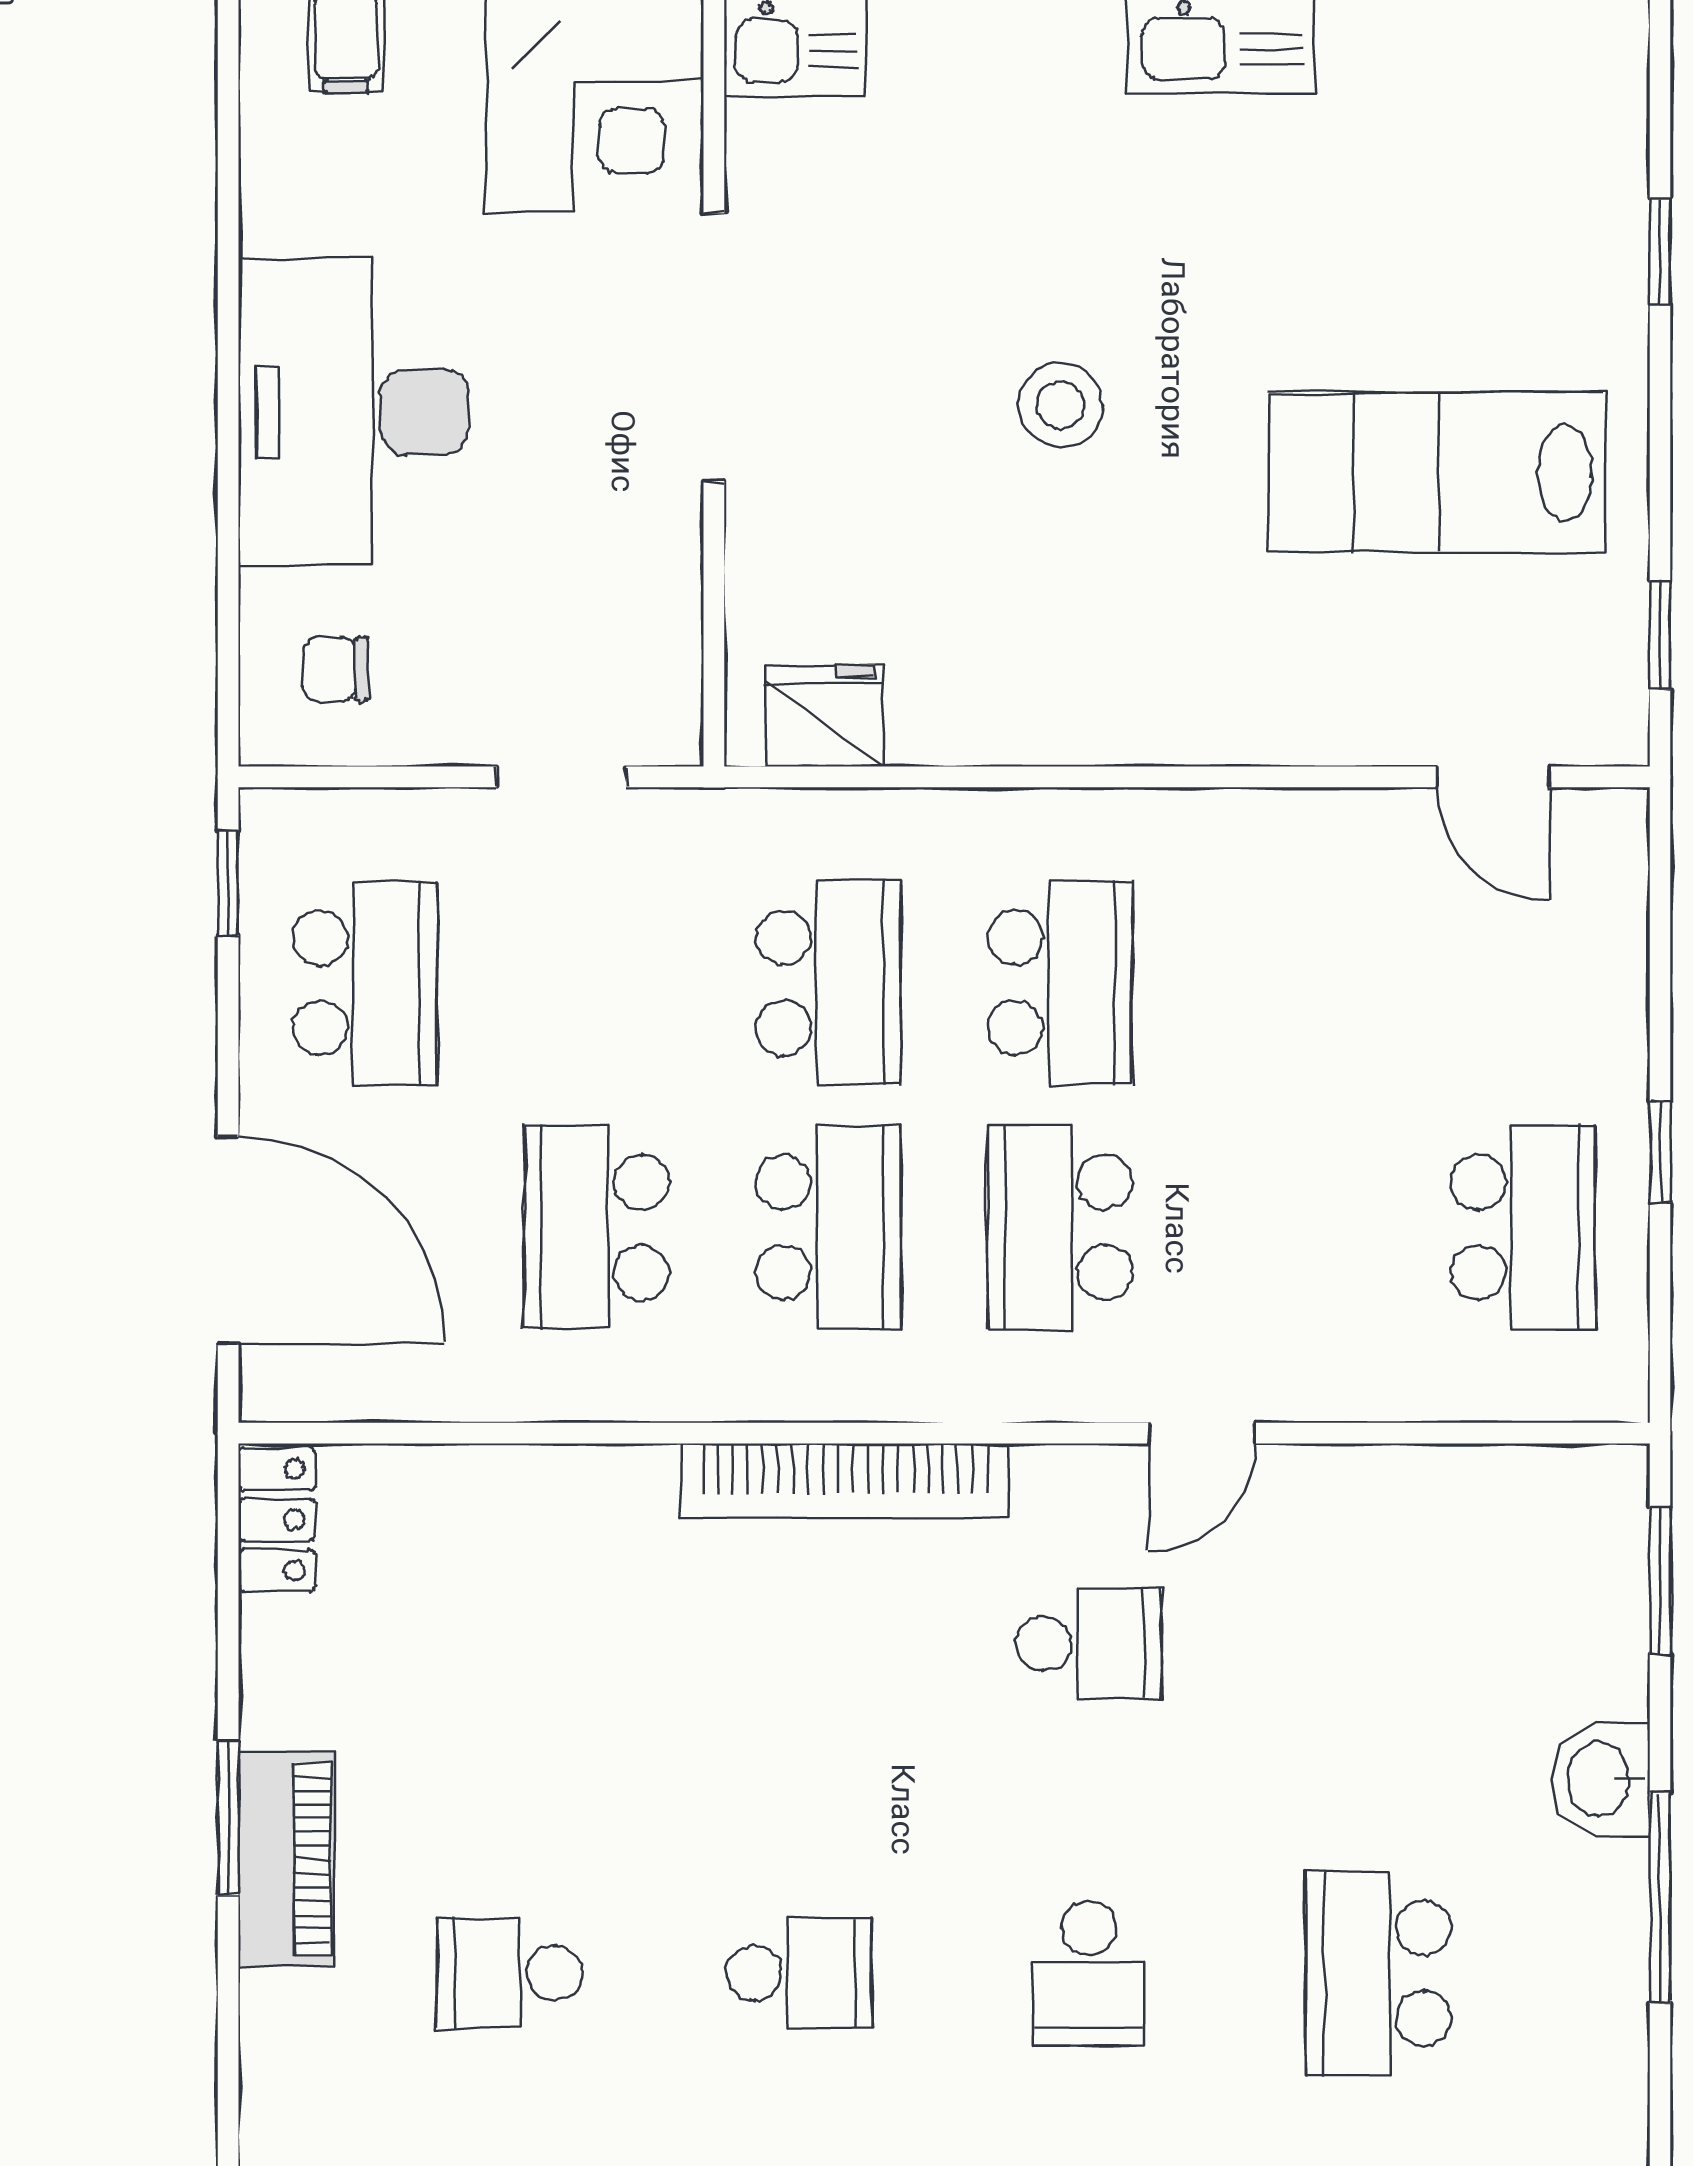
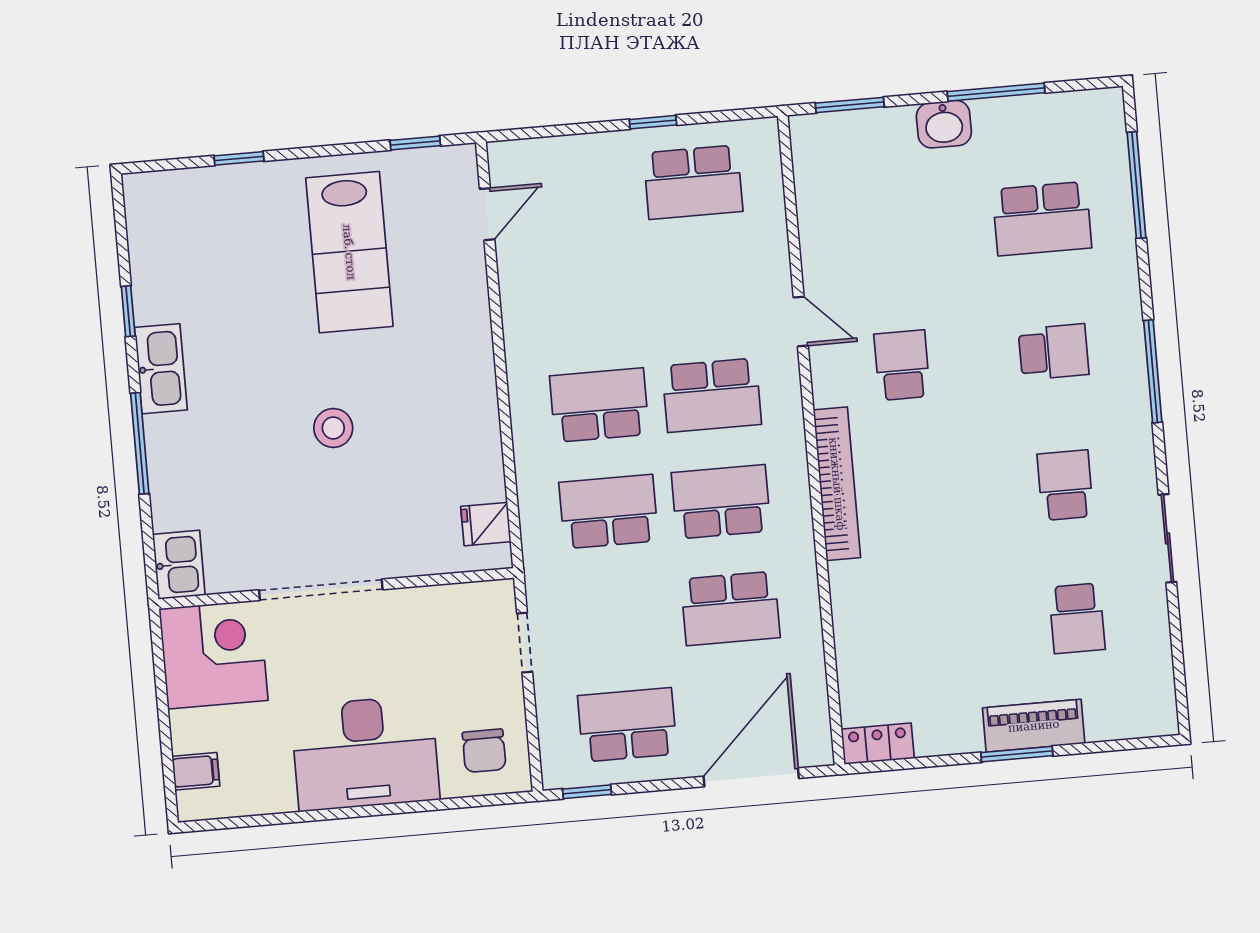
chair: (336, 669) -> (484, 751), width x1.37, depth x1.37
fridge: (824, 716) -> (486, 524), width x0.72
school desk: (1523, 1227) -> (693, 182), turned 180

